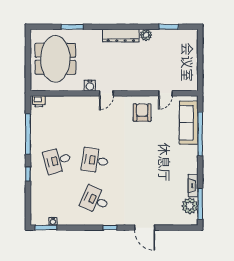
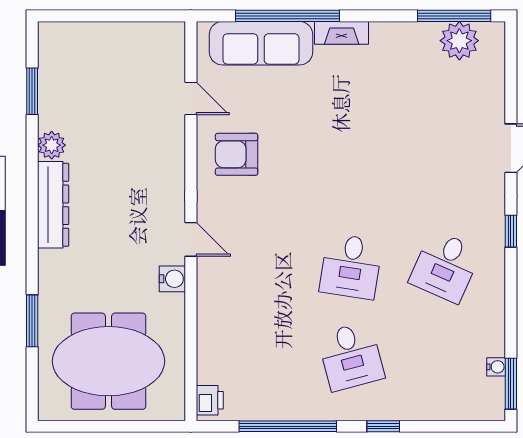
fireplace: (193, 186) -> (342, 33), moved

